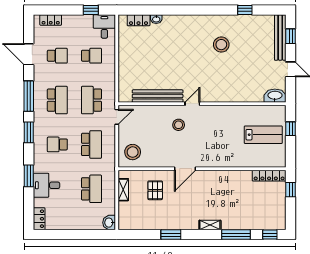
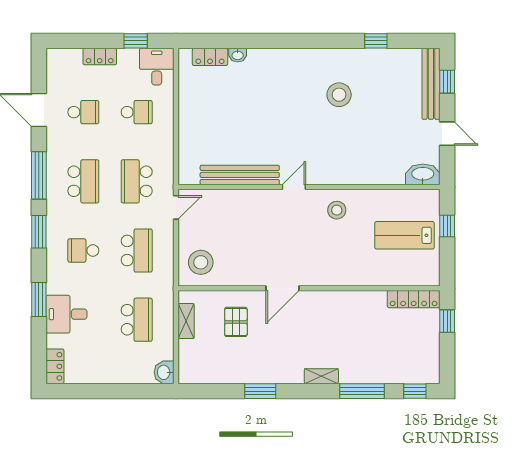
locker: (51, 20) -> (100, 56), moved
stool: (179, 125) -> (337, 210), moved
lab bench: (263, 135) -> (404, 235), turned 180

